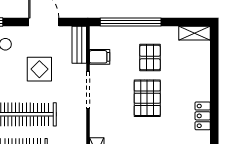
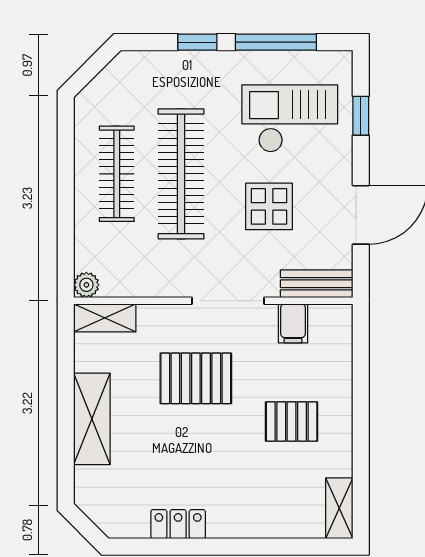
window: (131, 22) -> (361, 384), removed
pallet: (147, 98) -> (196, 378), moved

